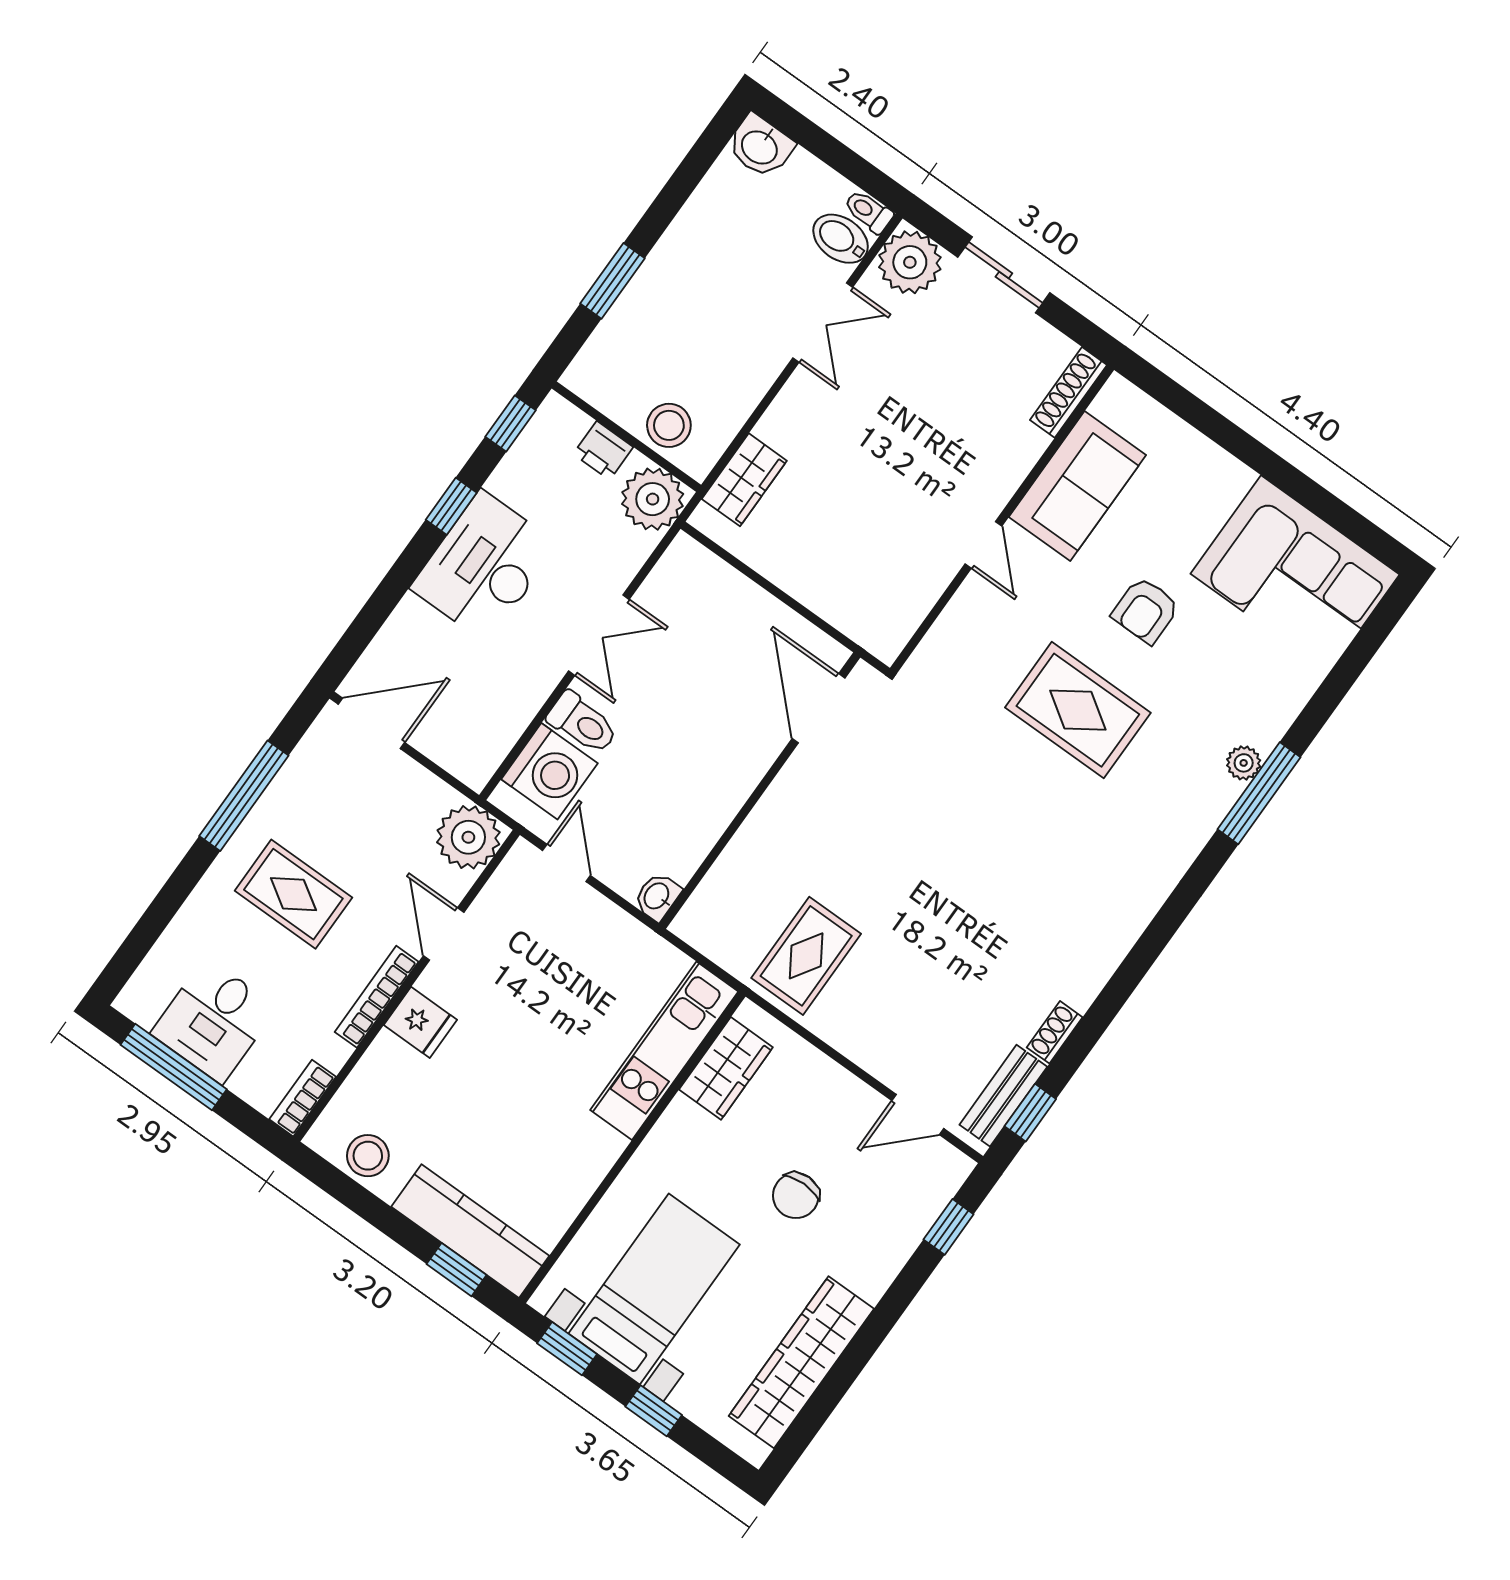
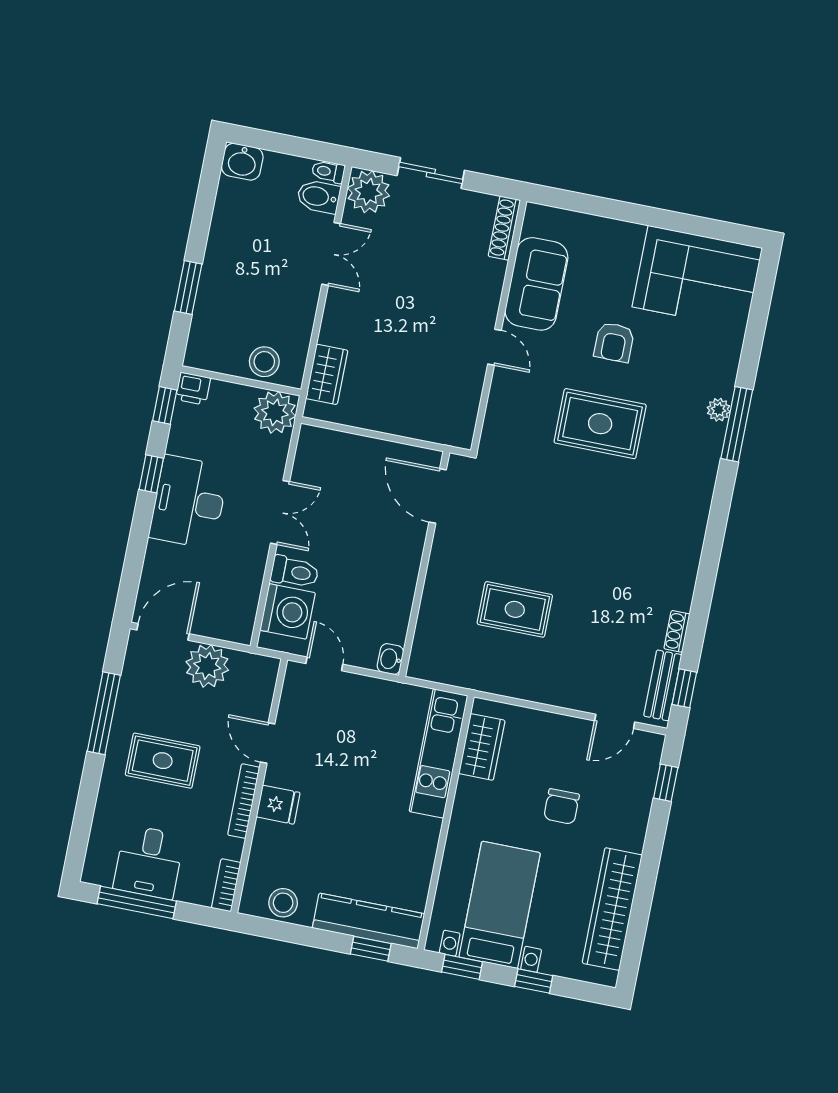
printer: (603, 451) -> (193, 389), moved
plant: (468, 837) -> (207, 666), moved
rug: (806, 956) -> (515, 609), moved, turned 90

